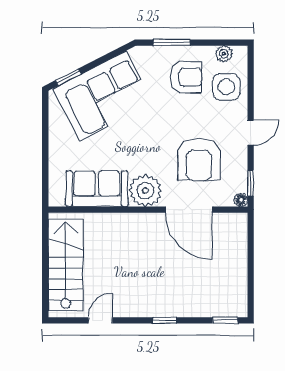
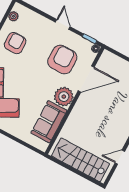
side table: (226, 87) -> (32, 24), removed
armchair: (199, 159) -> (62, 59), turned -90
door: (100, 320) -> (120, 157), hinge flipped

